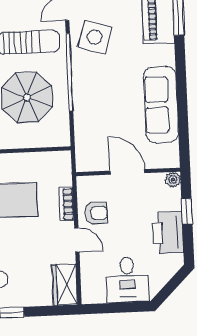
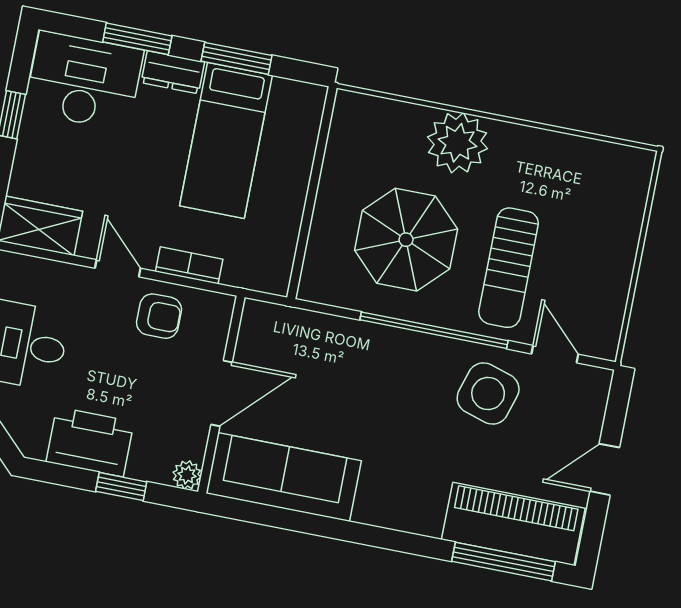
sofa: (161, 105) -> (284, 477), moved
armchair: (96, 213) -> (159, 316), turned -90
door: (77, 240) -> (118, 268), swing flipped

